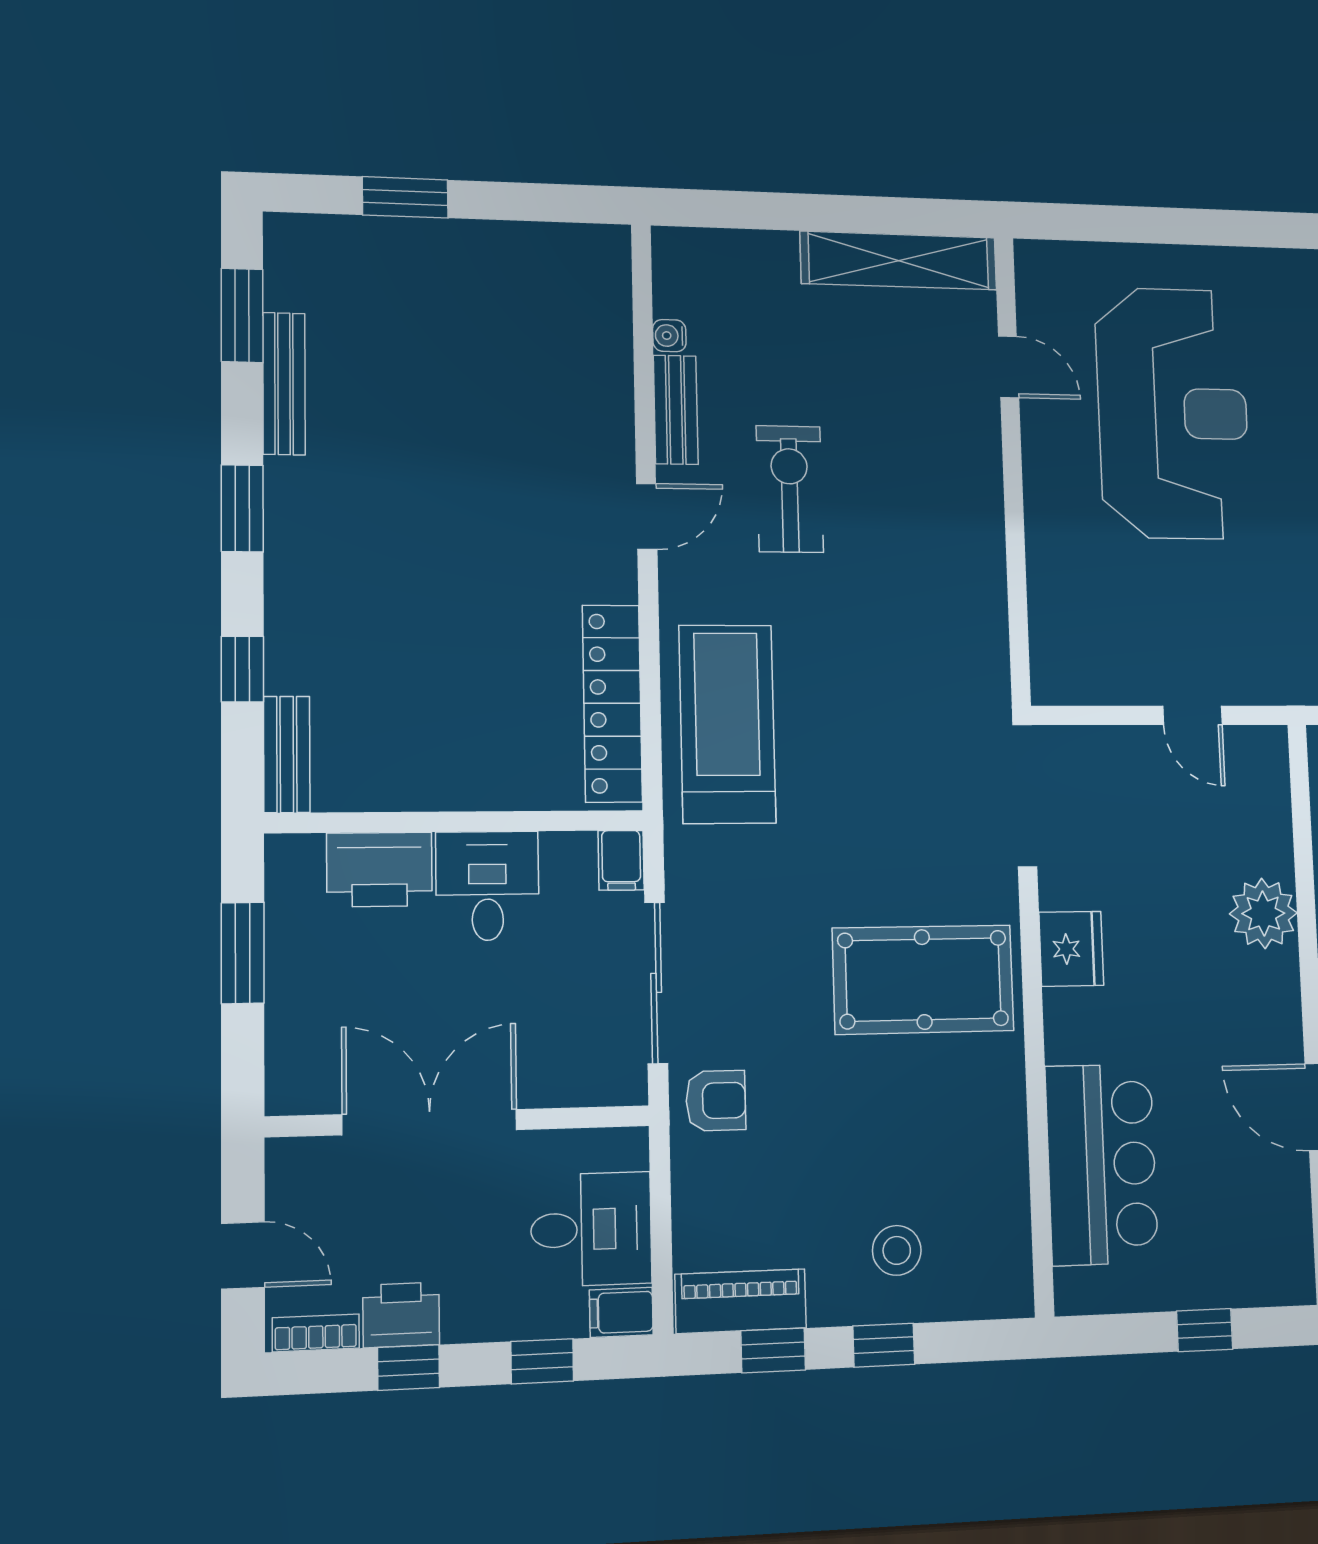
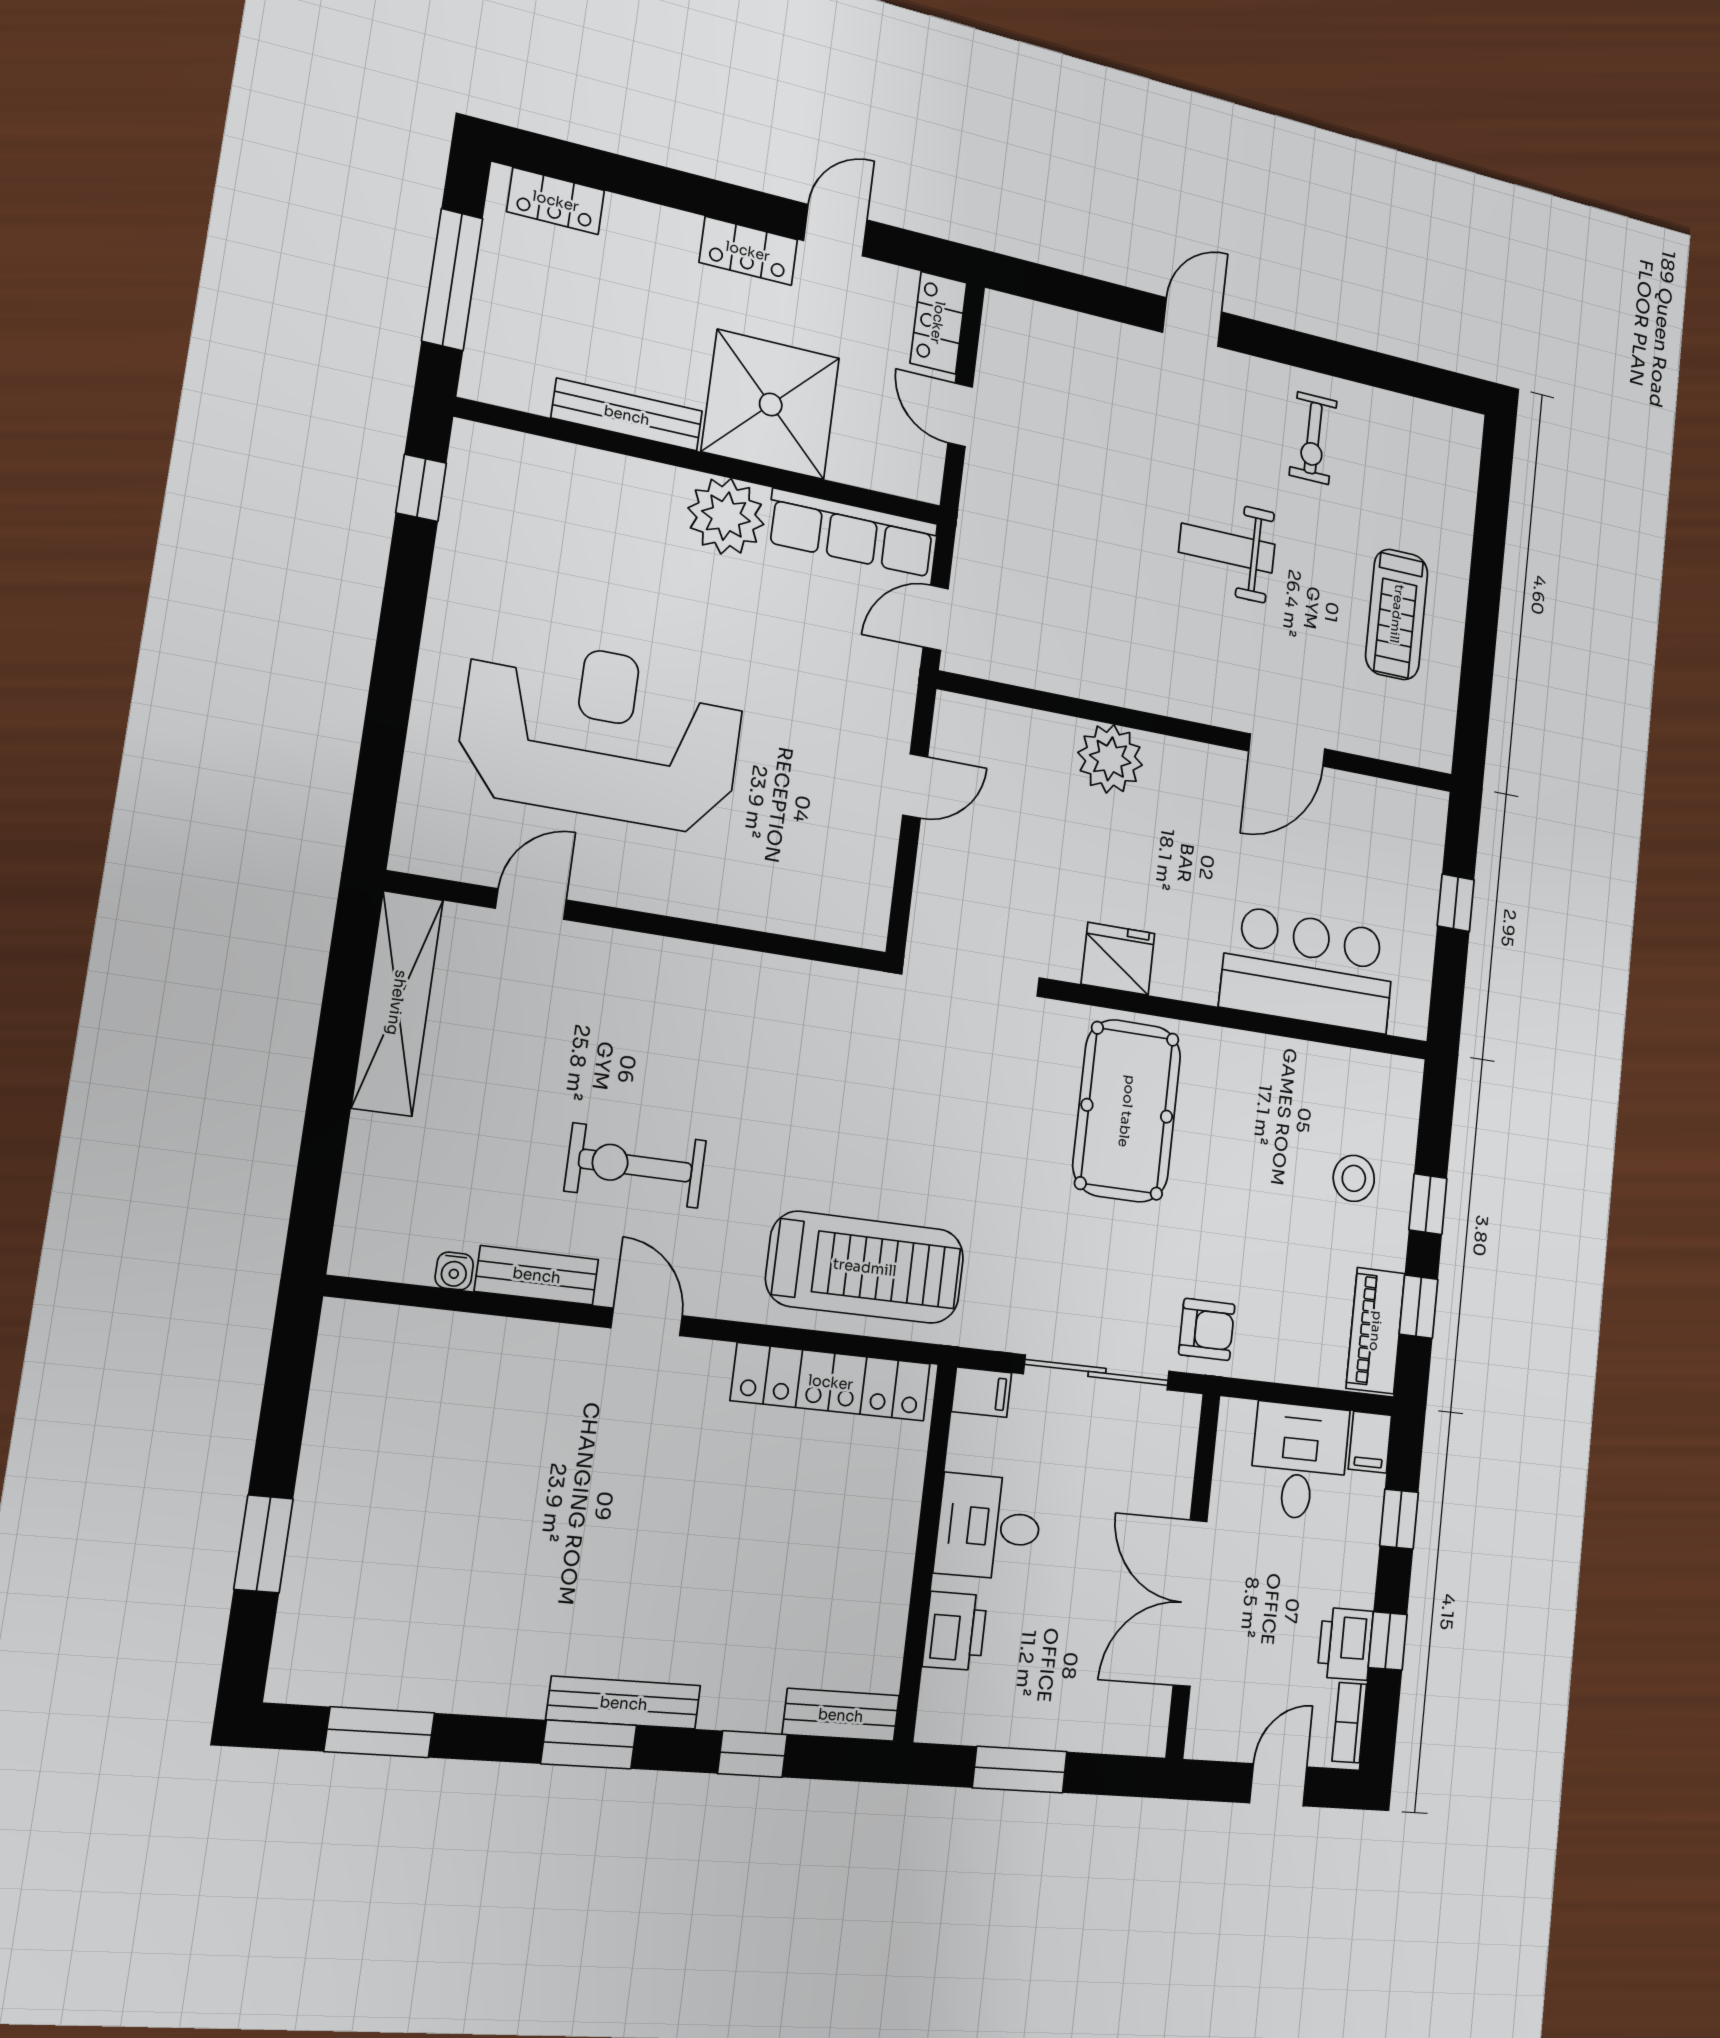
bench: (284, 384) -> (624, 1703), moved
treadmill: (727, 724) -> (865, 1267), turned 180
printer: (379, 869) -> (955, 1631), width x0.73, depth x0.84
armchair: (716, 1101) -> (1207, 1329), turned 90

